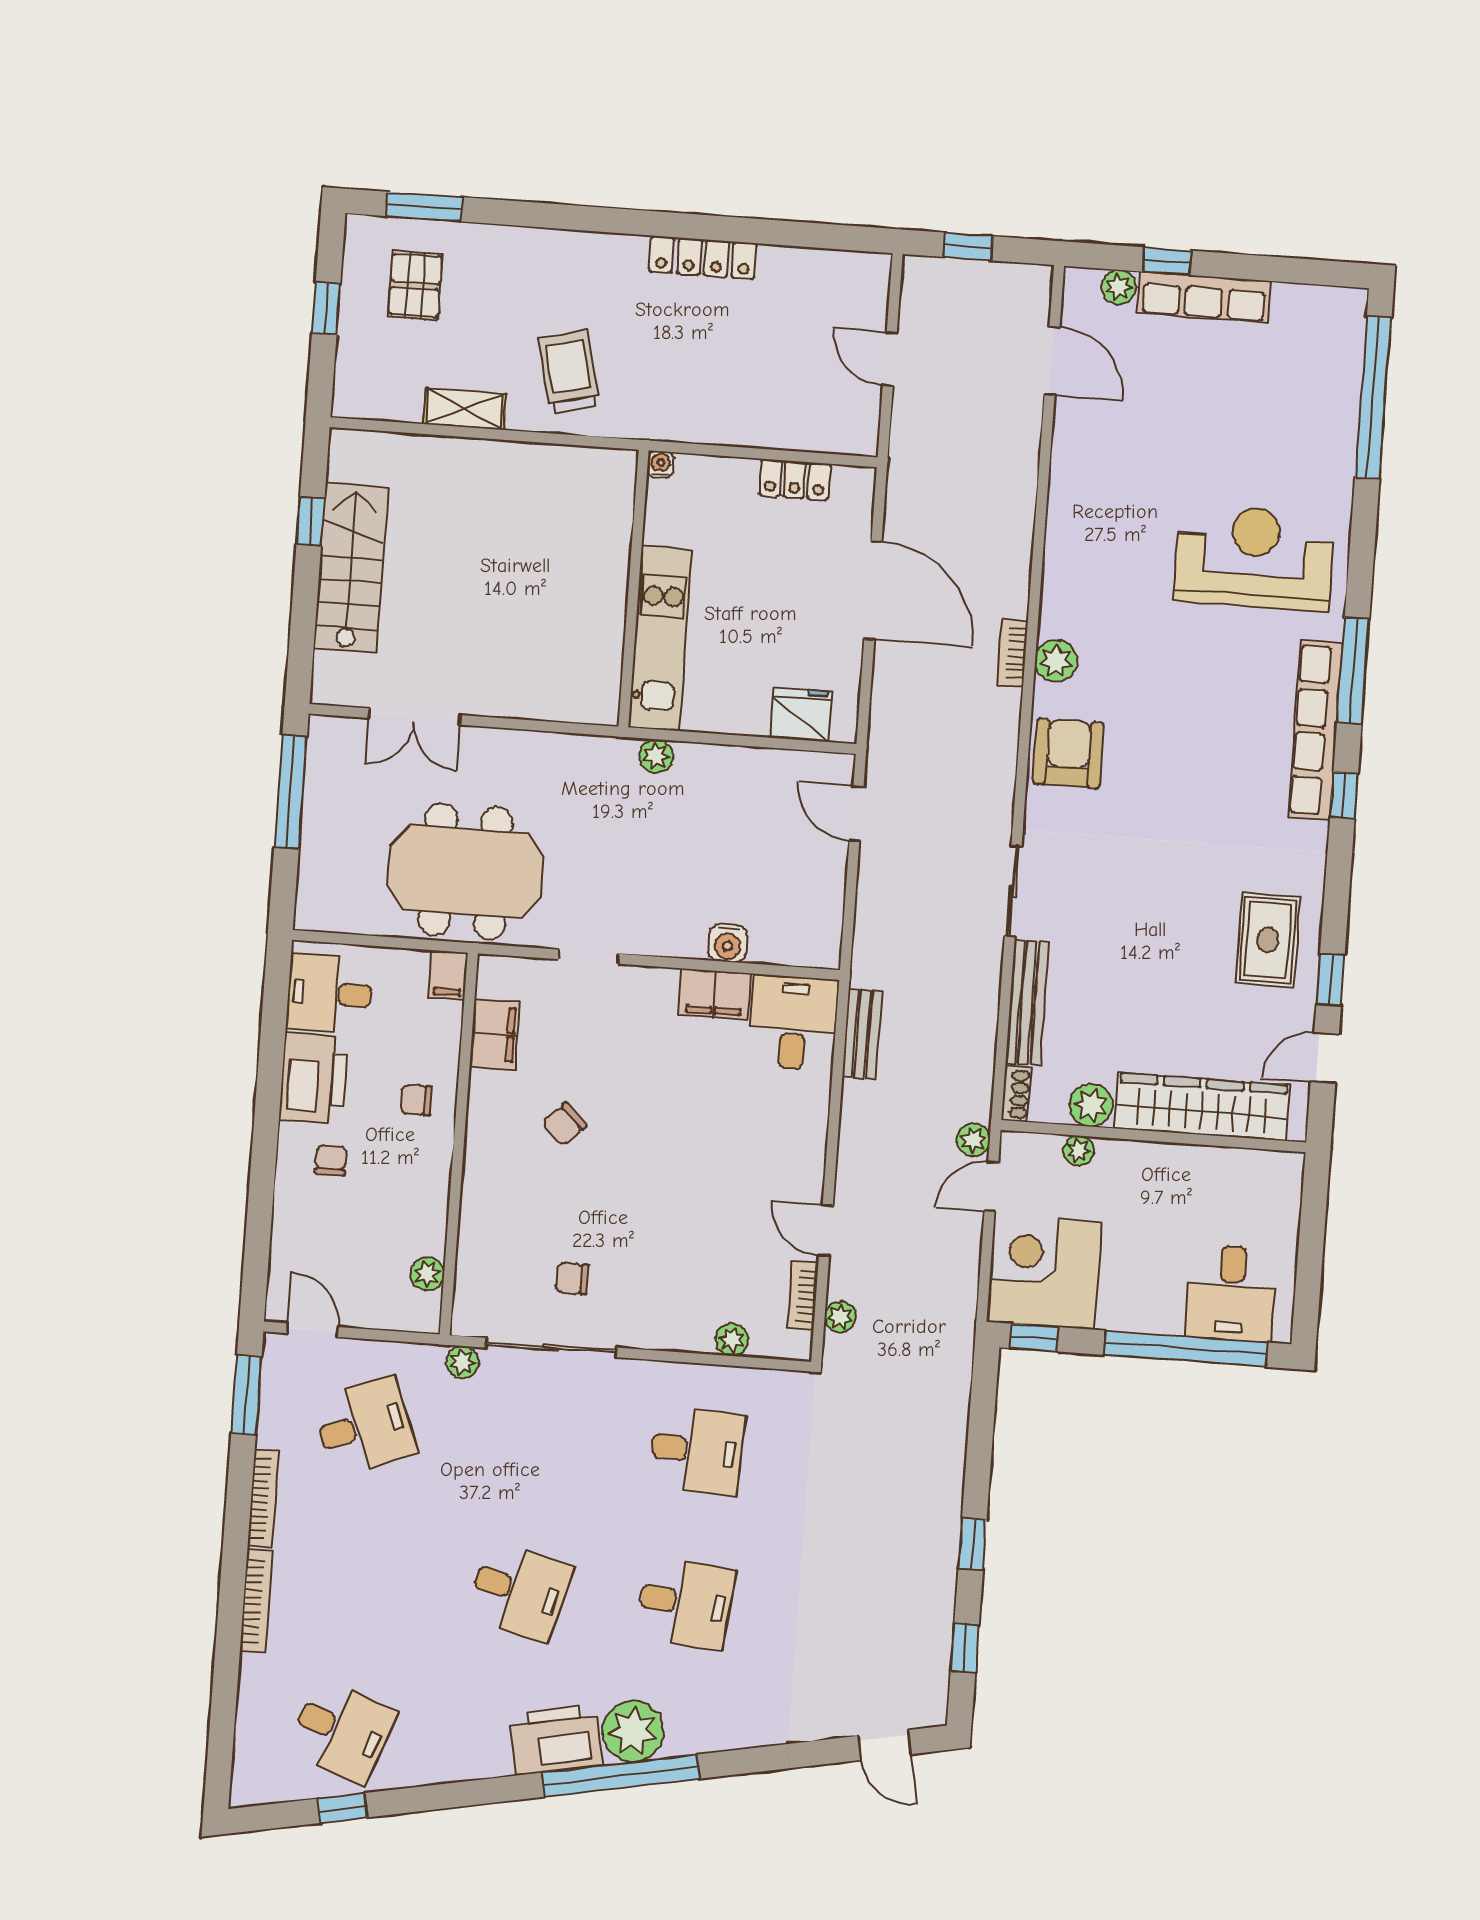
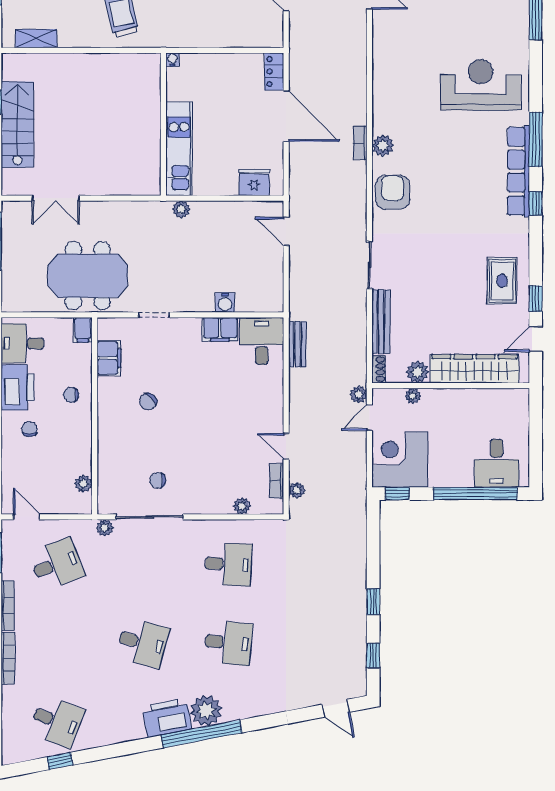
shelving: (465, 409) -> (36, 38), moved
locker: (795, 480) -> (274, 71), moved, turned 90

